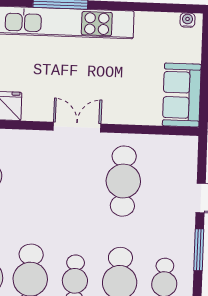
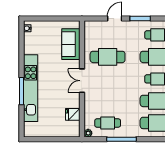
sofa: (182, 95) -> (71, 44), moved, turned 90

